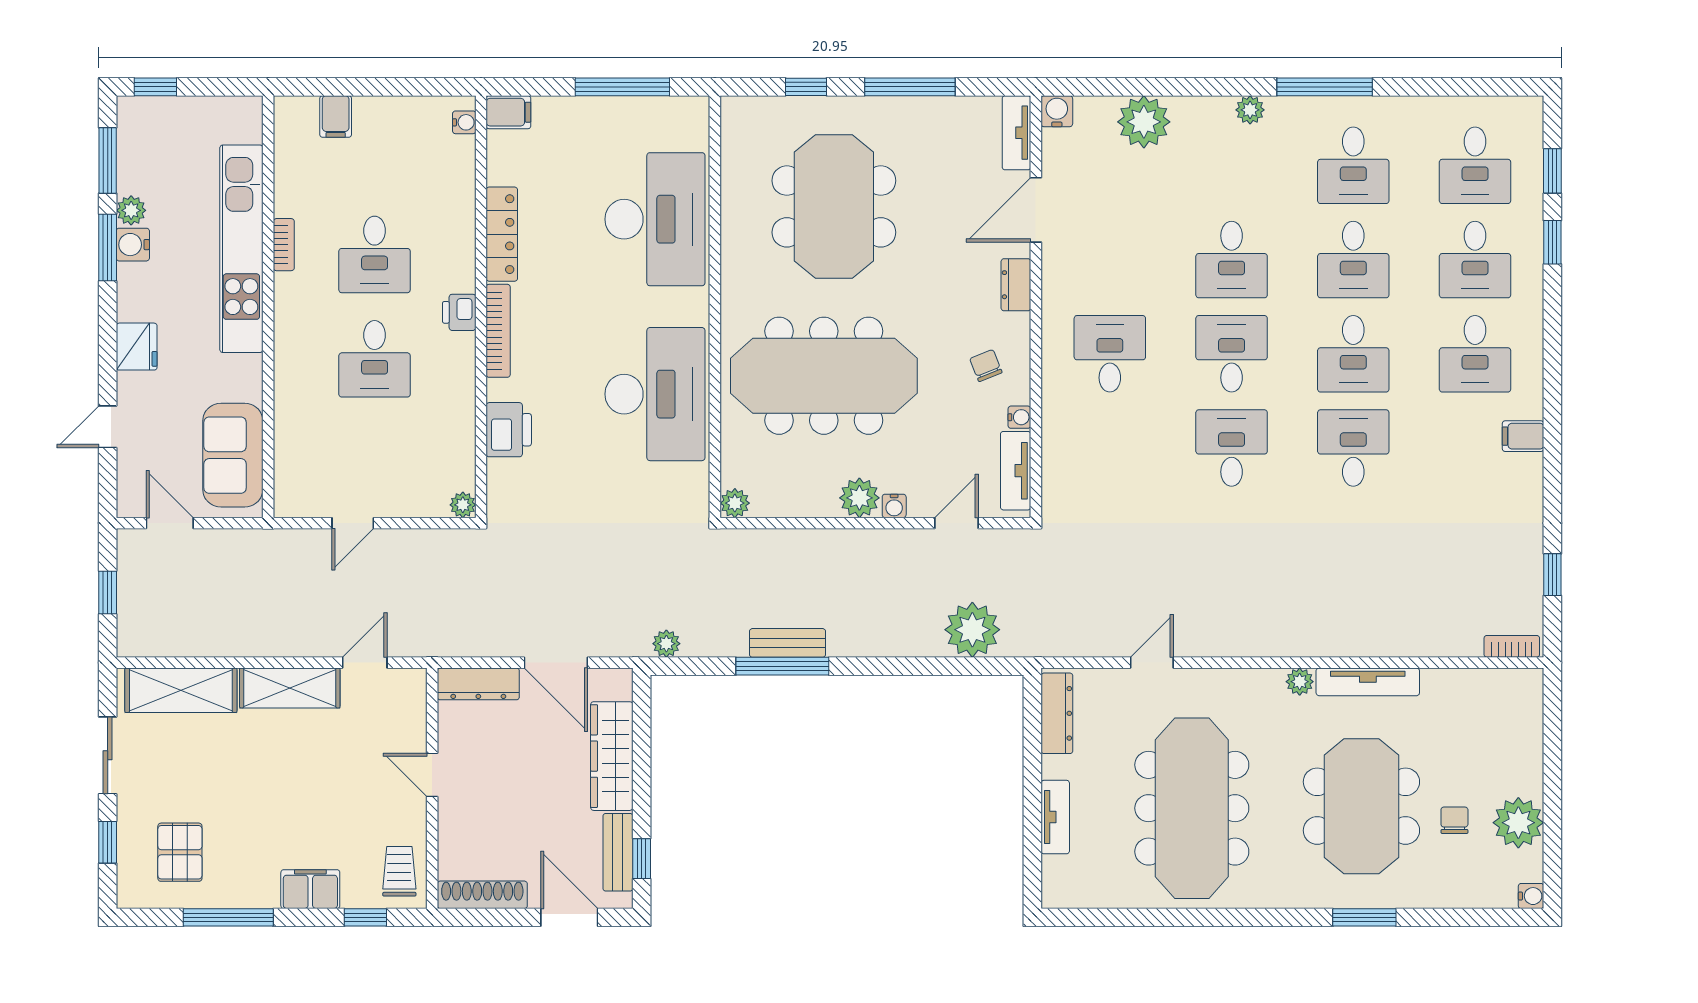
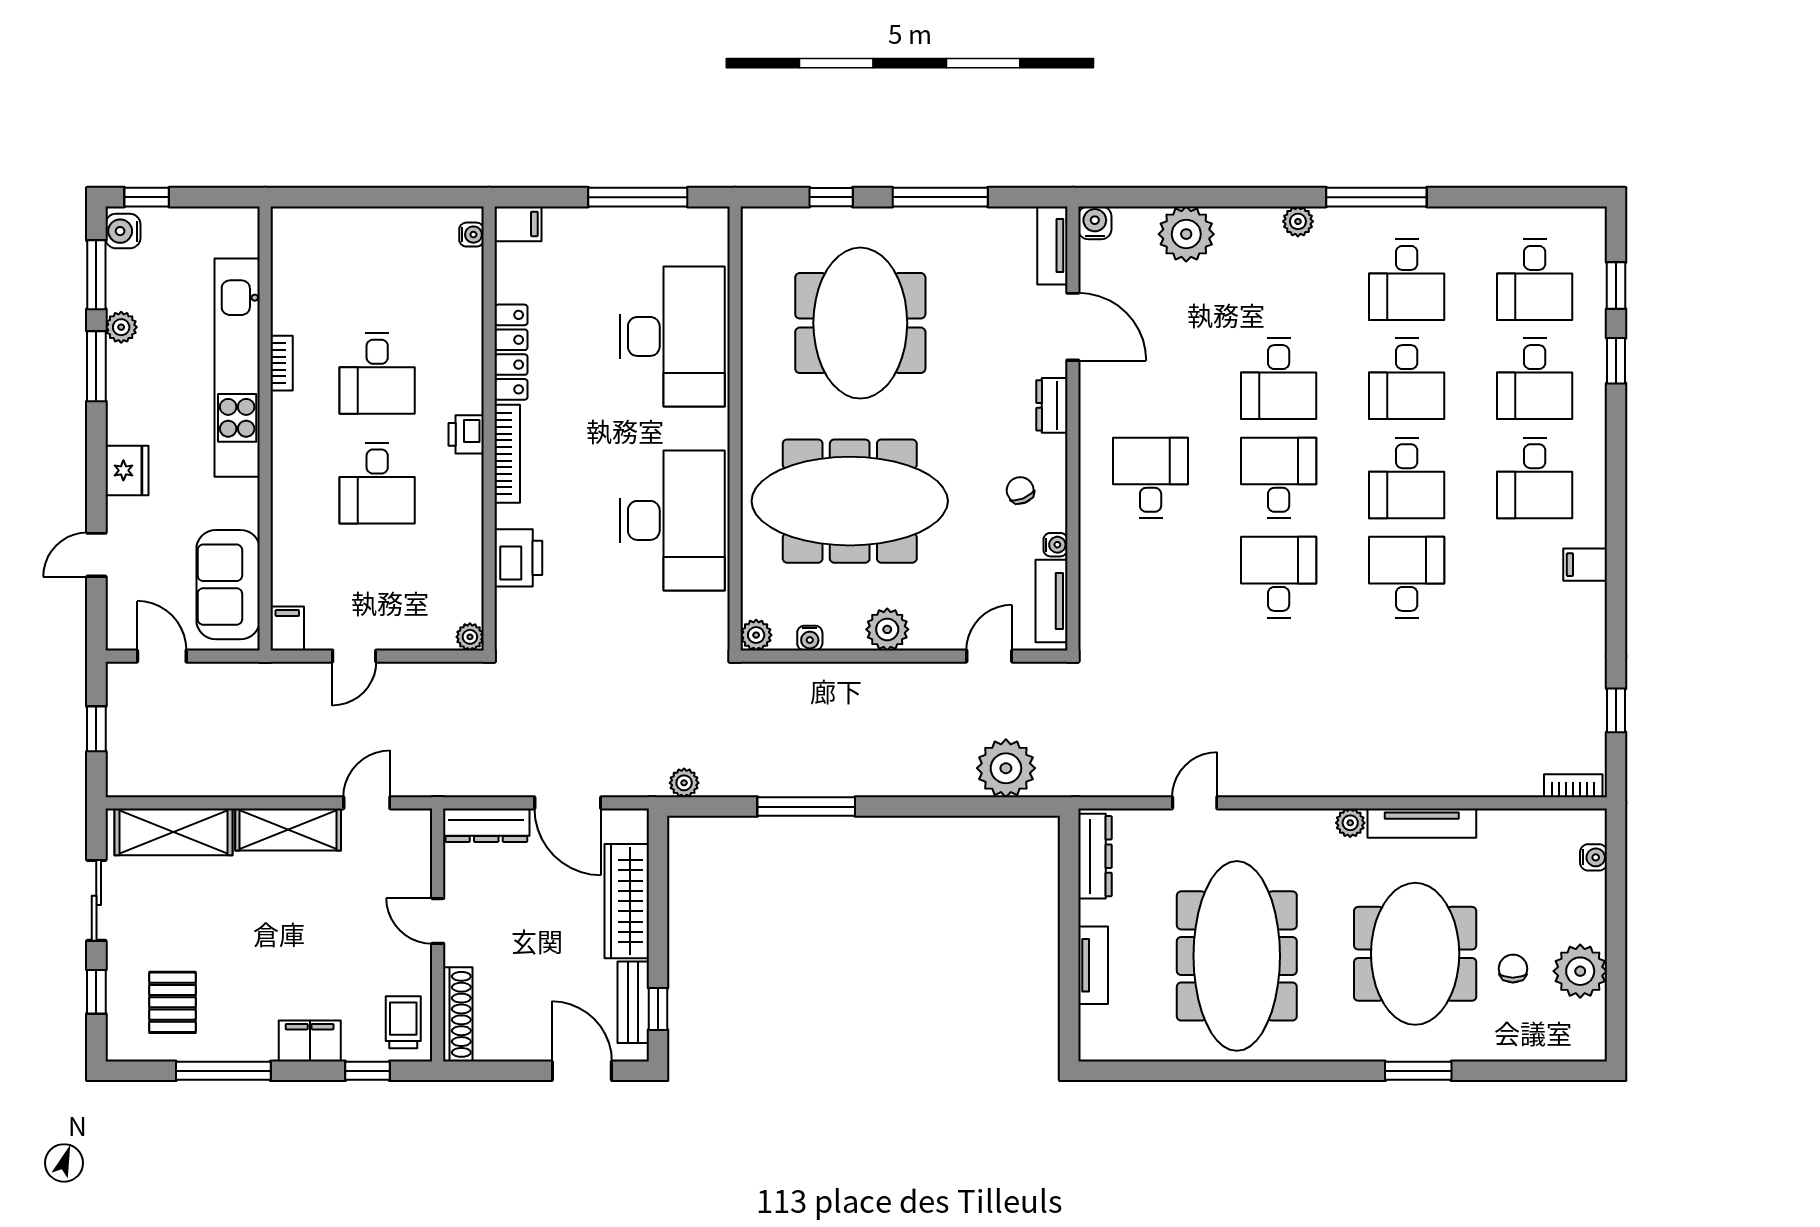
filing cabinet: (336, 116) -> (287, 628), moved, turned 180
door: (1036, 210) -> (1073, 327), swing flipped
water cooler: (133, 245) -> (123, 231), moved
water cooler: (894, 506) -> (810, 638), moved
bench: (787, 643) -> (812, 782), removed
shoe rack: (482, 895) -> (458, 1014), moved, turned 90
water cooler: (1531, 896) -> (1594, 857), moved

